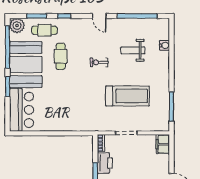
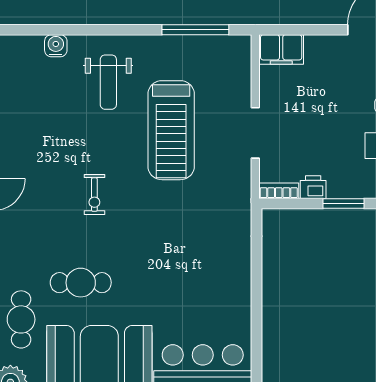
weight bench: (133, 50) -> (108, 82), moved
treadmill: (127, 96) -> (171, 130), turned 180
printer: (105, 163) -> (313, 187), width x0.53, depth x0.68

